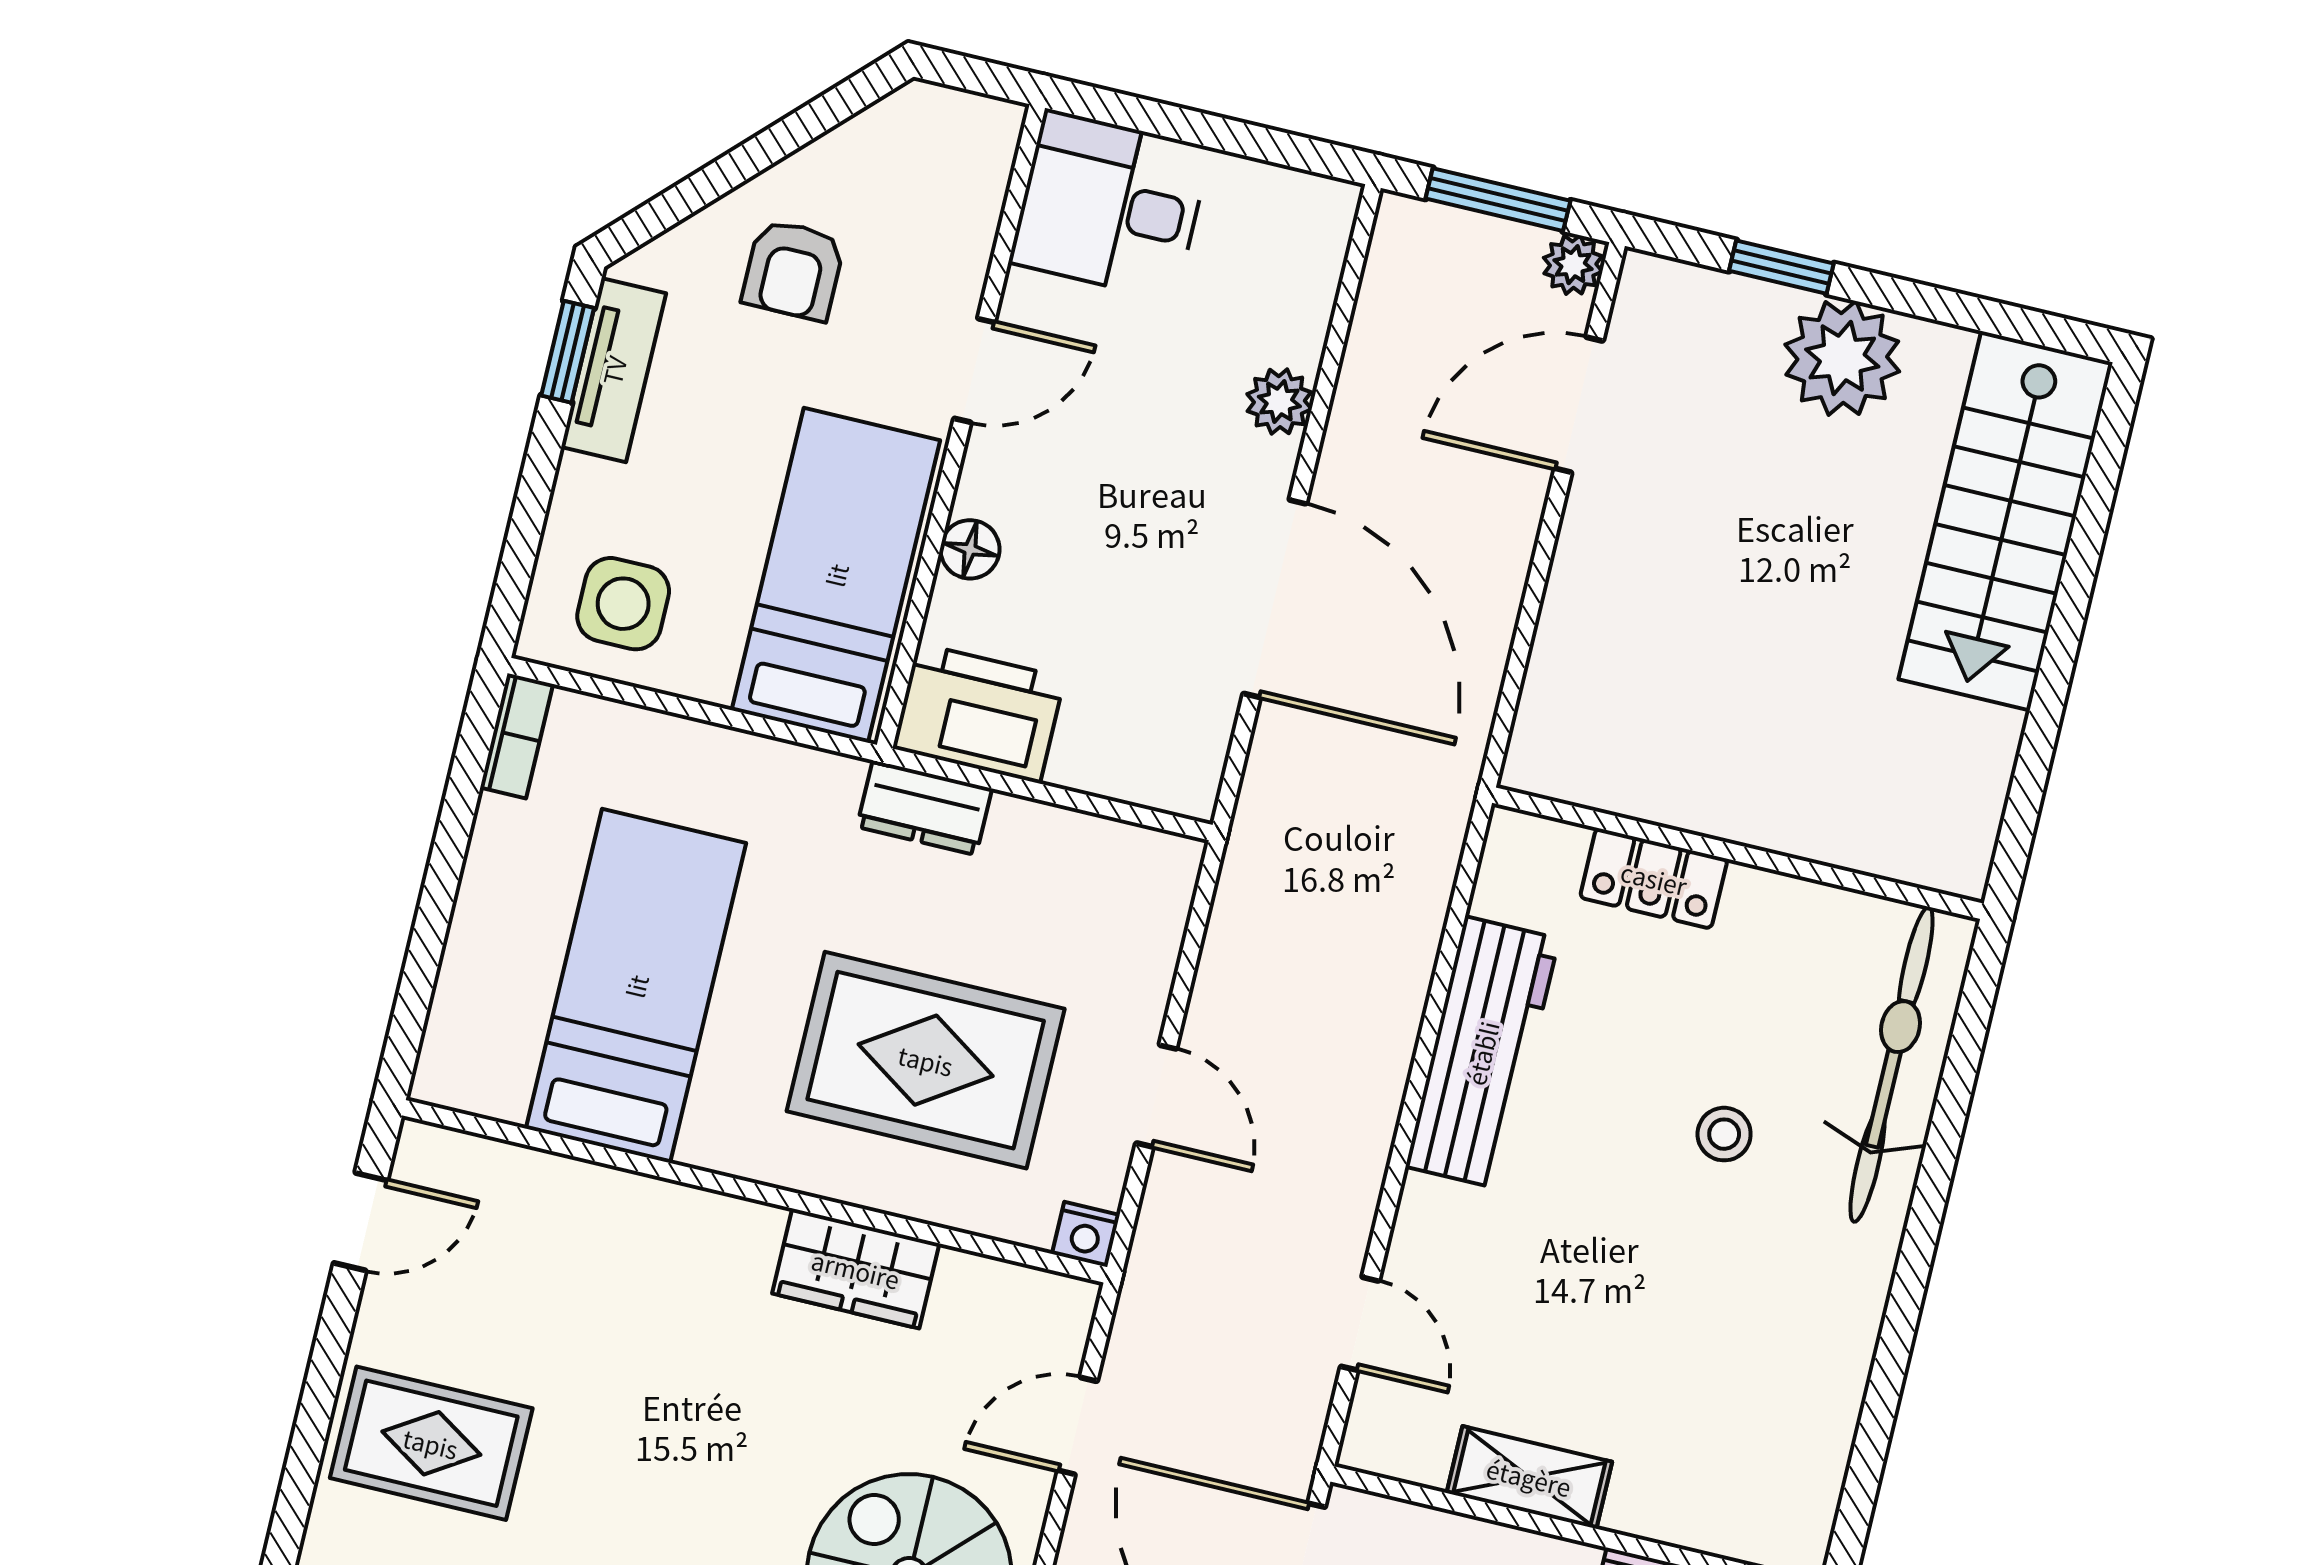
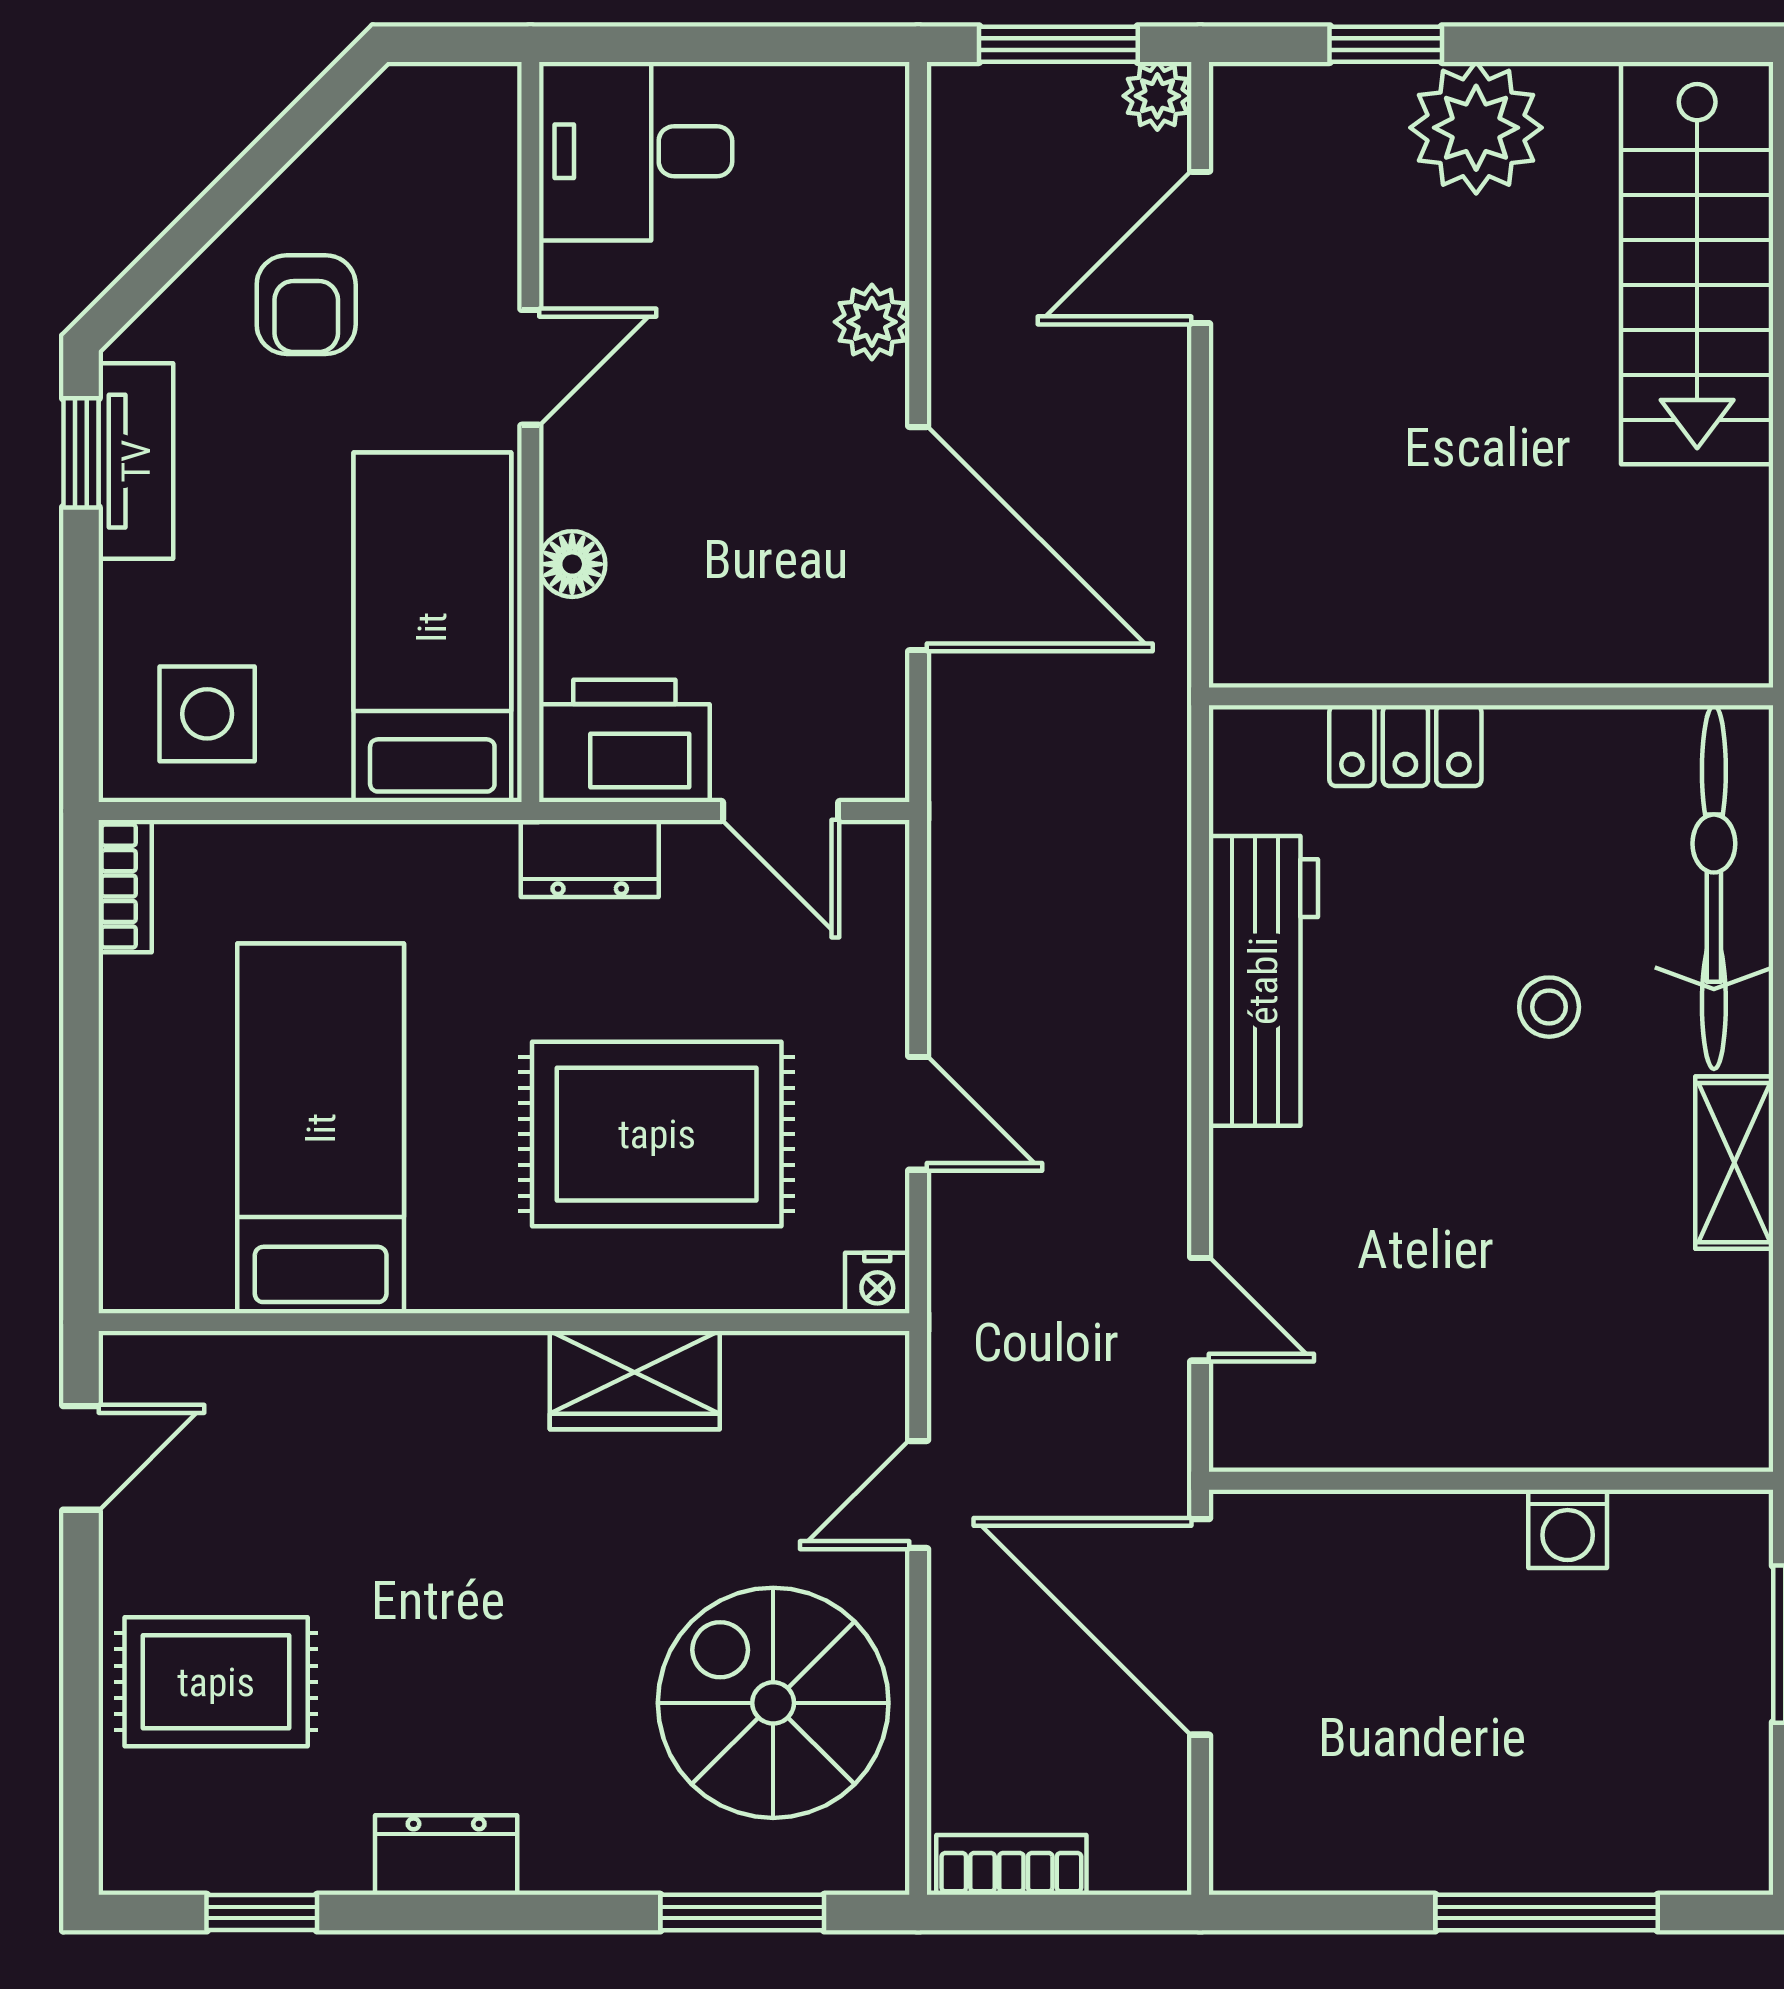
door: (1099, 806) -> (781, 811), added
shelving: (1529, 1477) -> (1734, 1163), moved, turned 90

